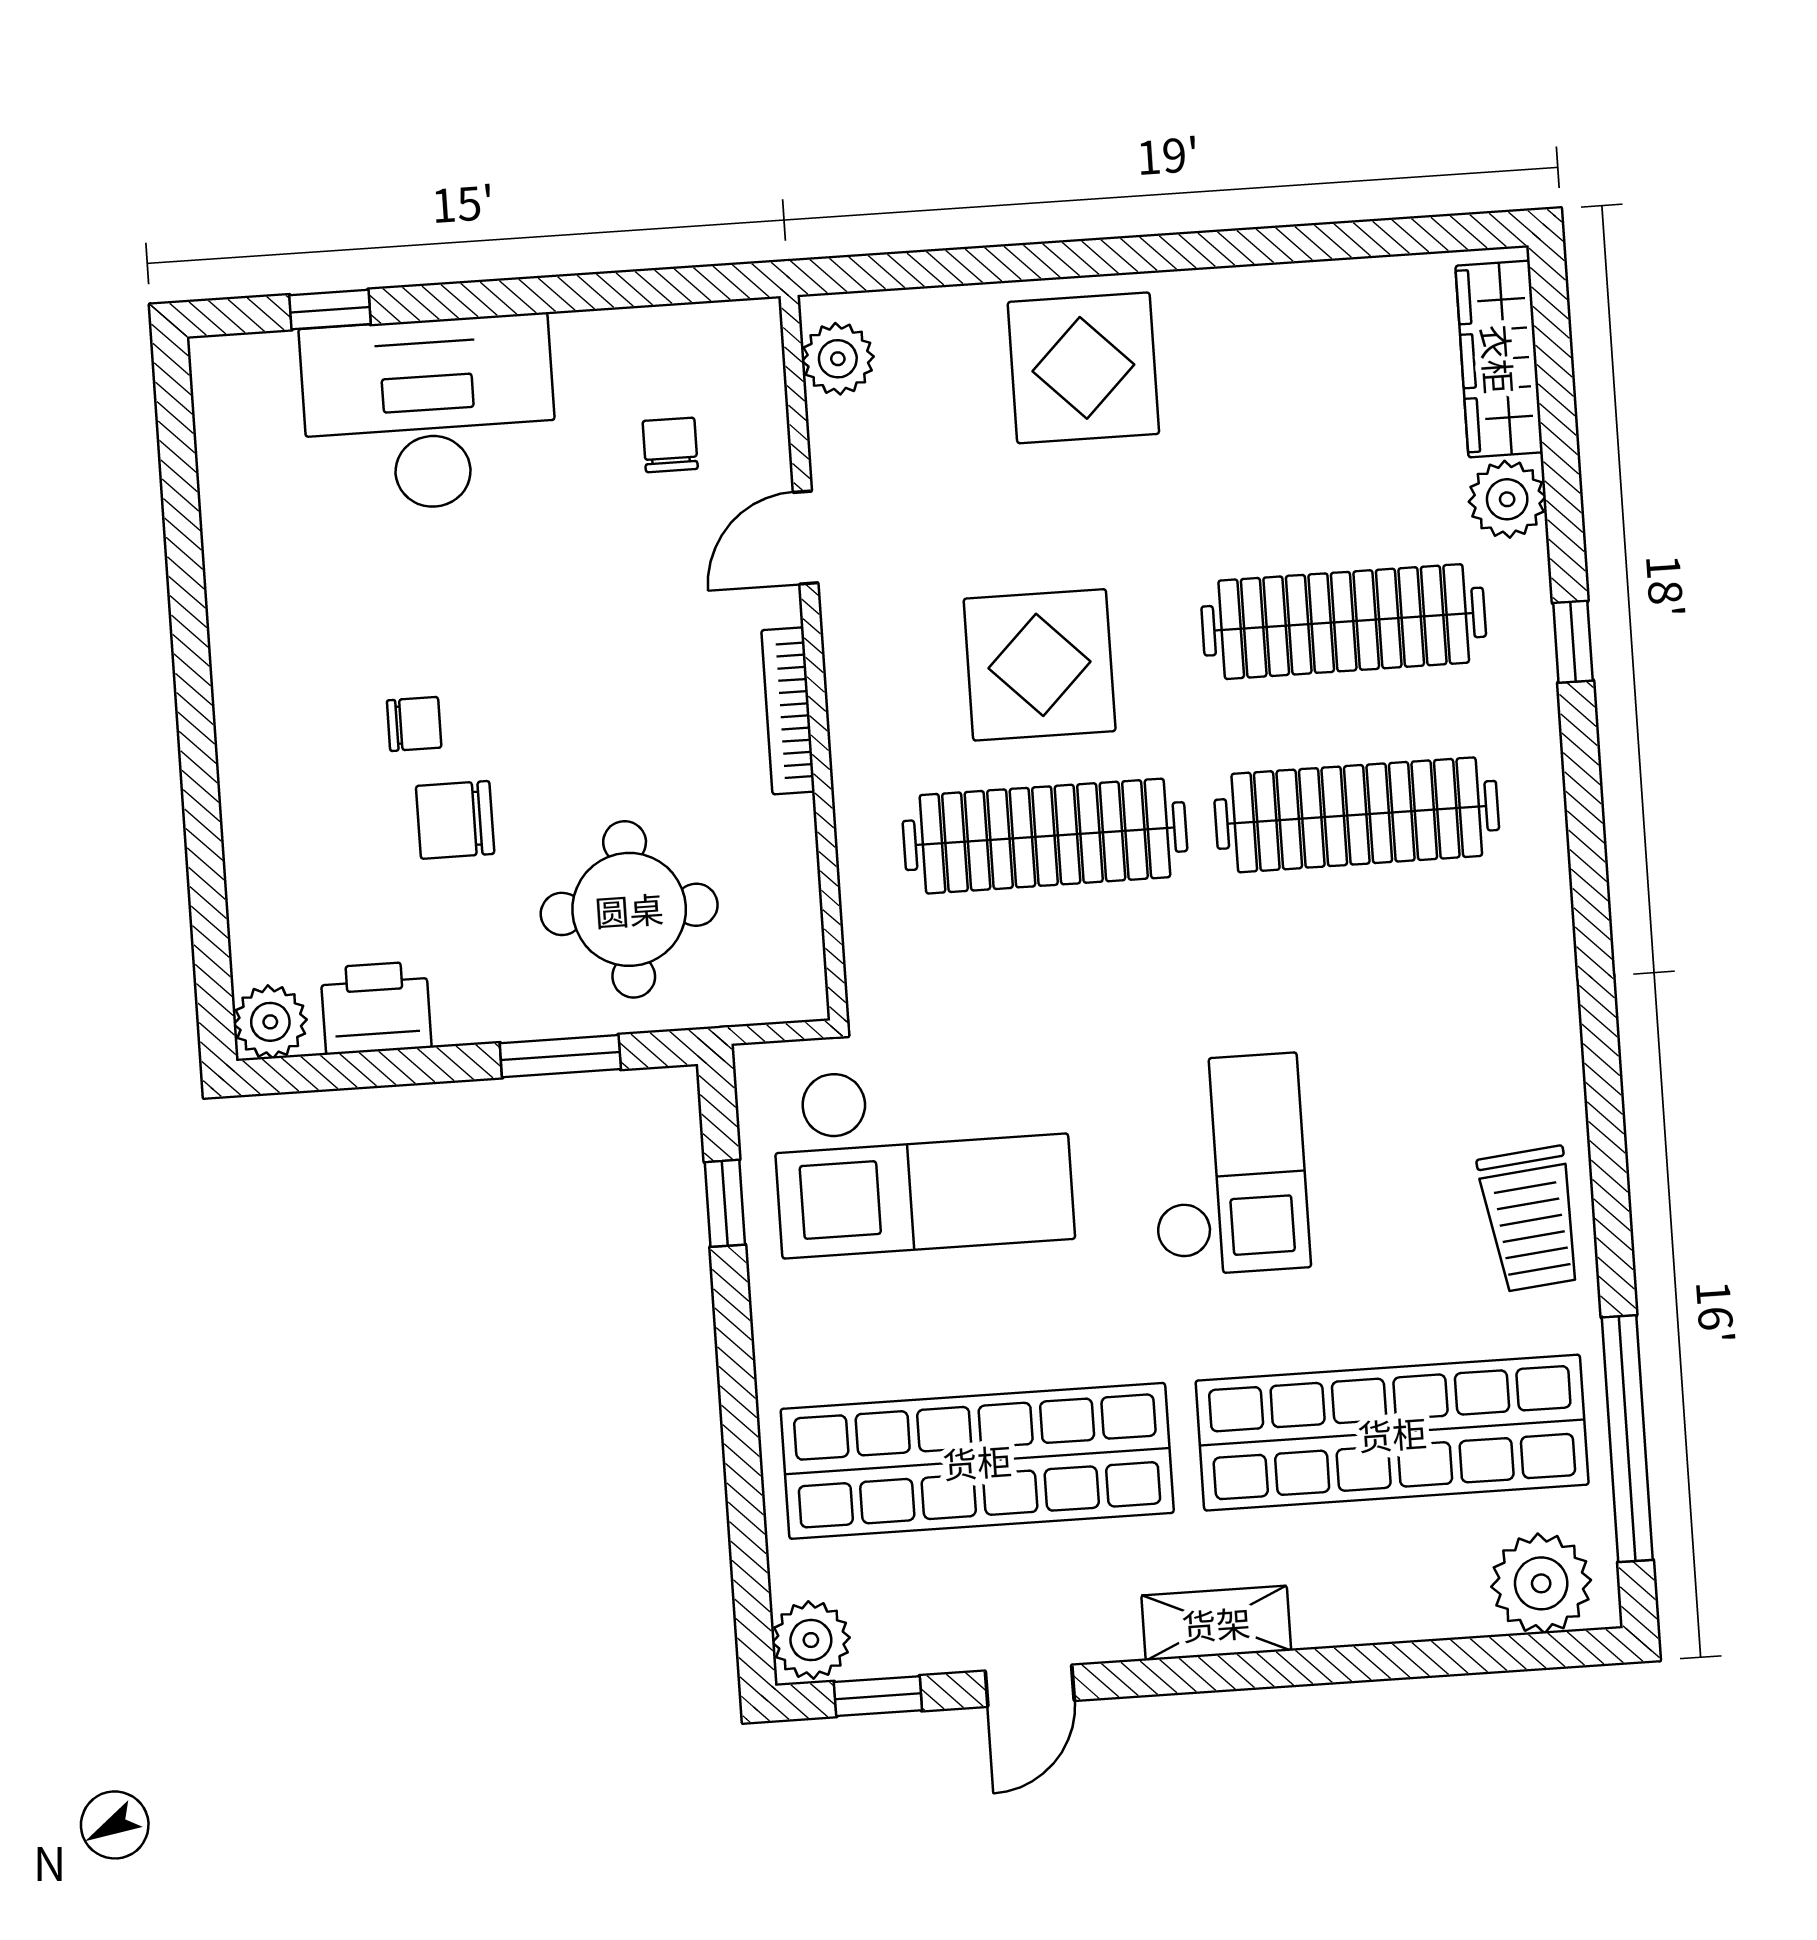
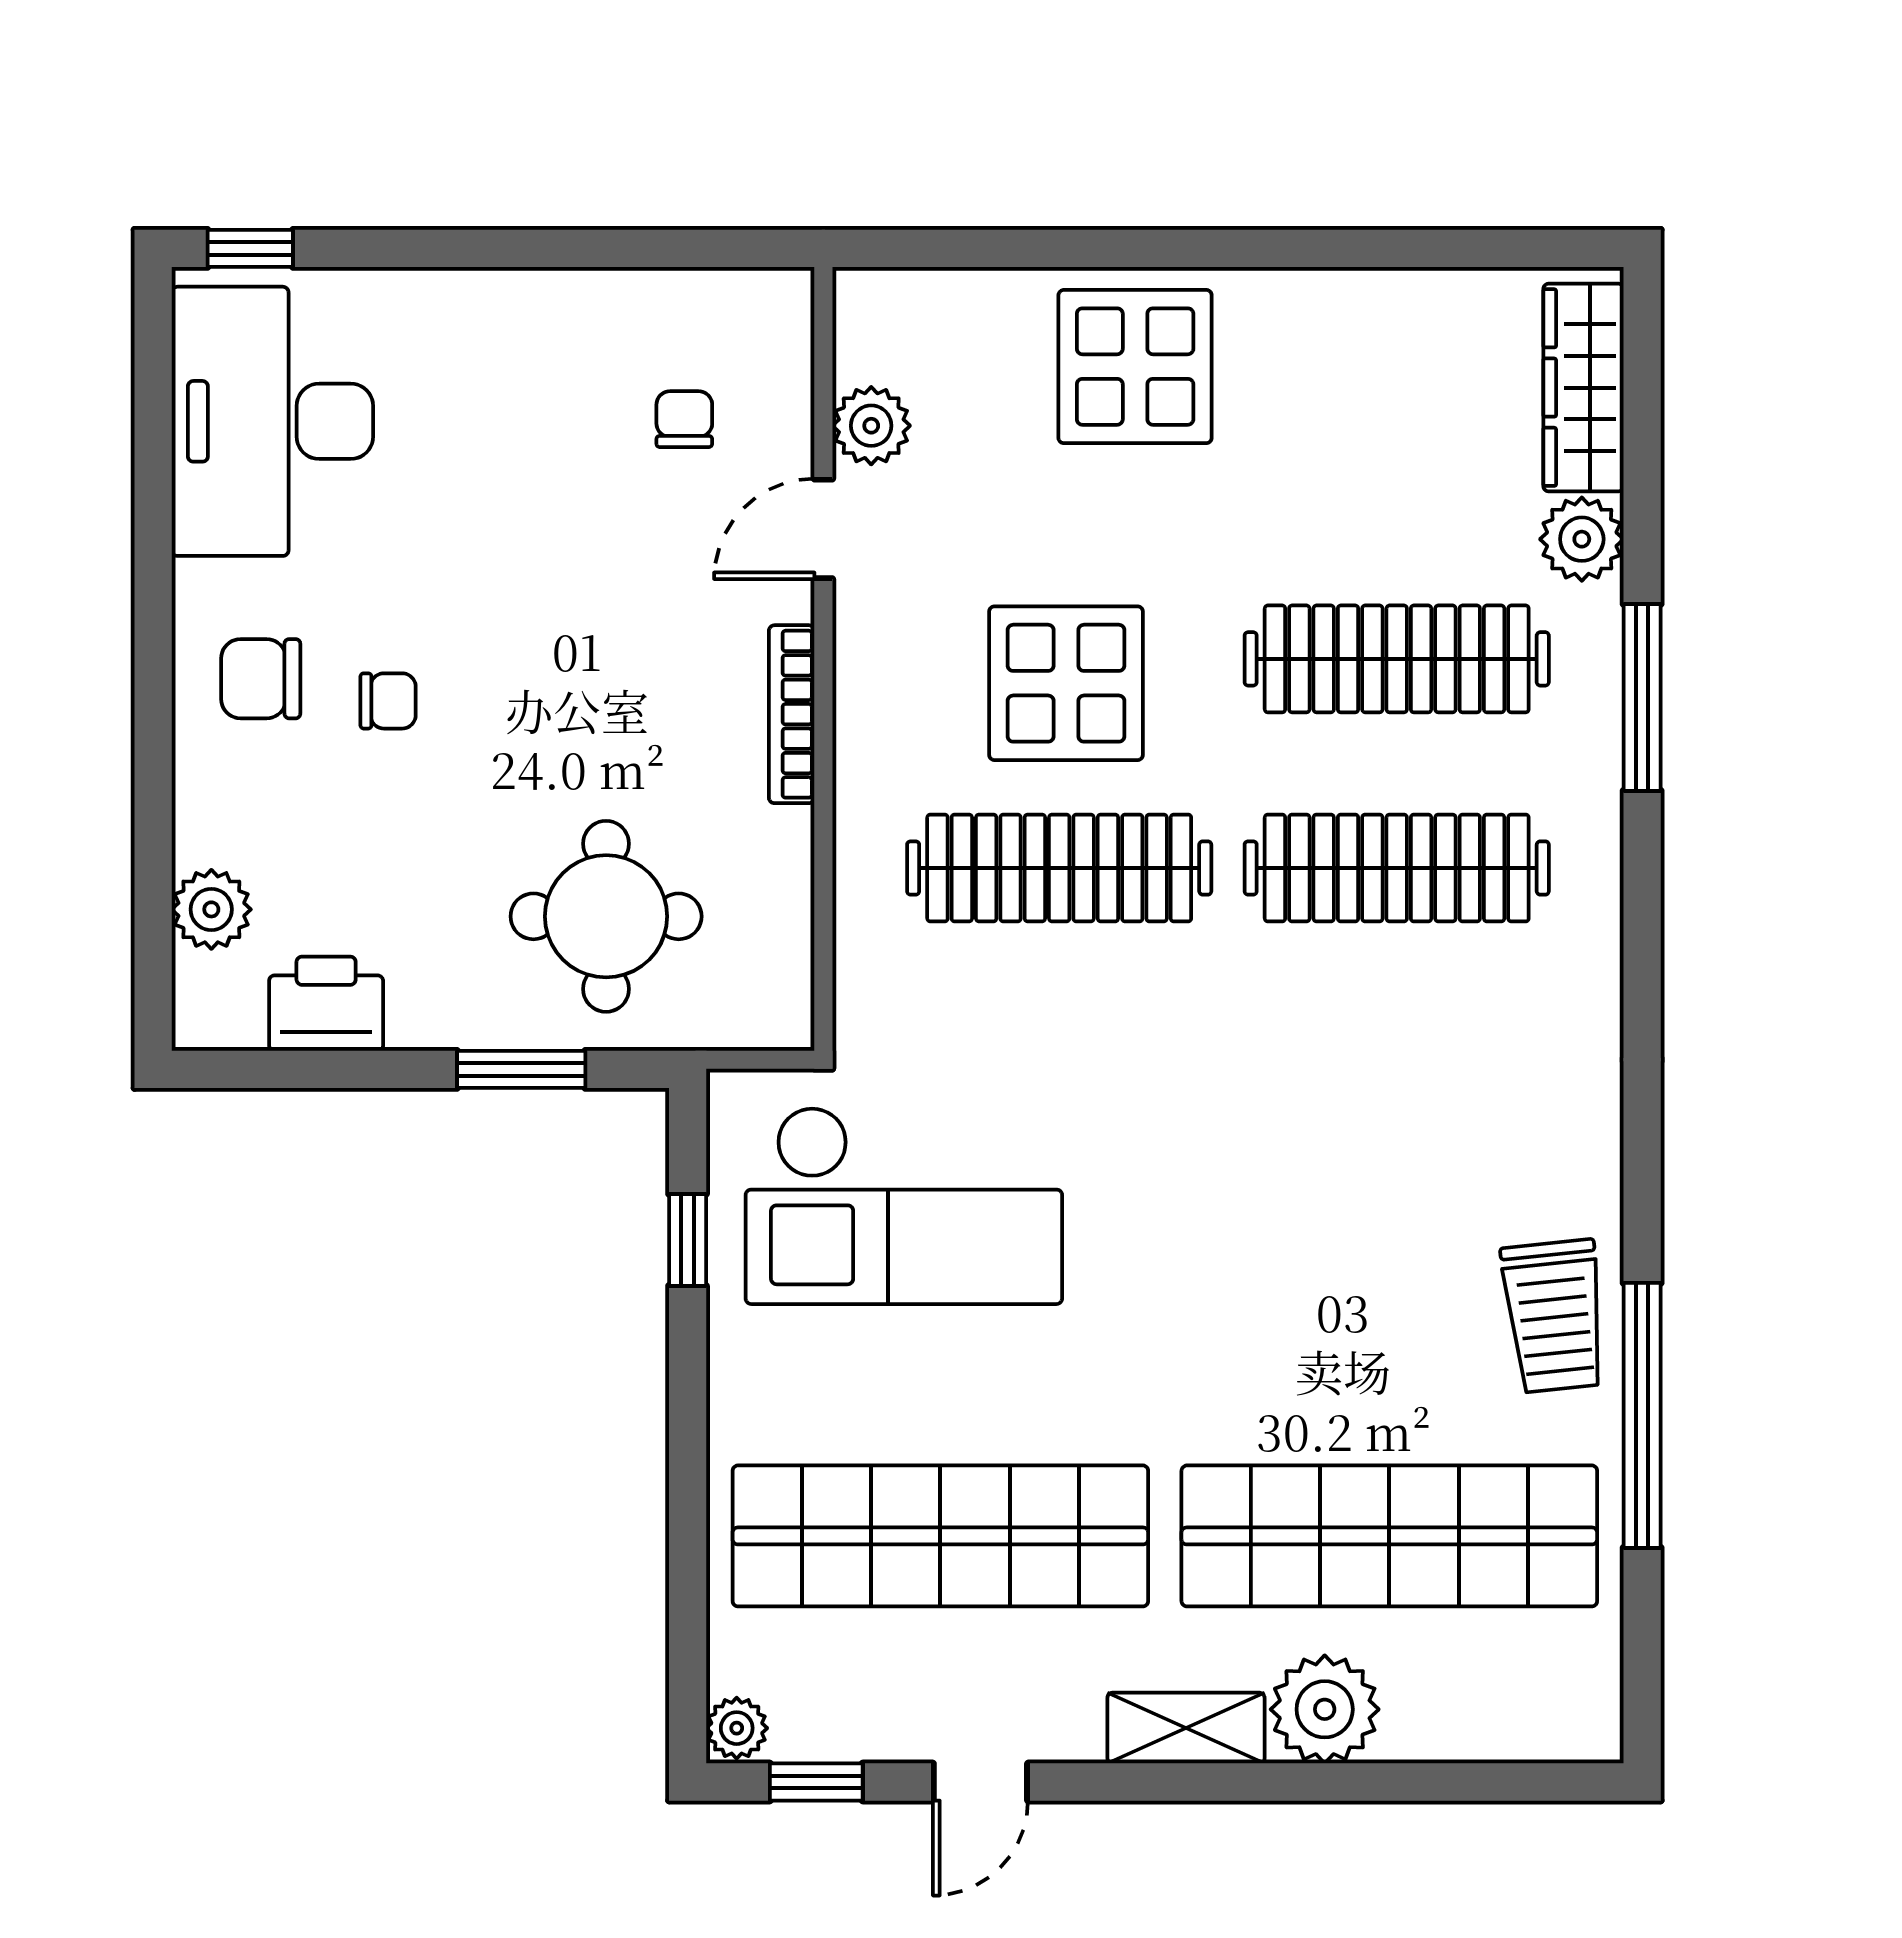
window: (330, 310) -> (250, 248), moved
plant: (838, 359) -> (871, 426), moved
desk: (429, 414) -> (272, 421), moved, turned -90
window: (1573, 642) -> (1642, 697), width x2.17
chair: (455, 820) -> (261, 679), moved
plant: (270, 1022) -> (211, 909), moved
checkout: (1228, 1165) -> (1232, 1235), removed
window: (1627, 1439) -> (1642, 1415), moved
plant: (1541, 1583) -> (1325, 1709), moved
plant: (811, 1640) -> (737, 1728), width x0.73, depth x0.73

